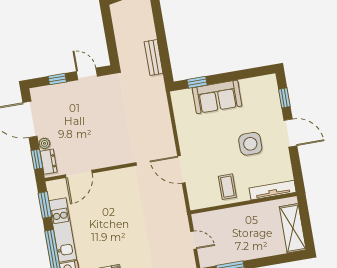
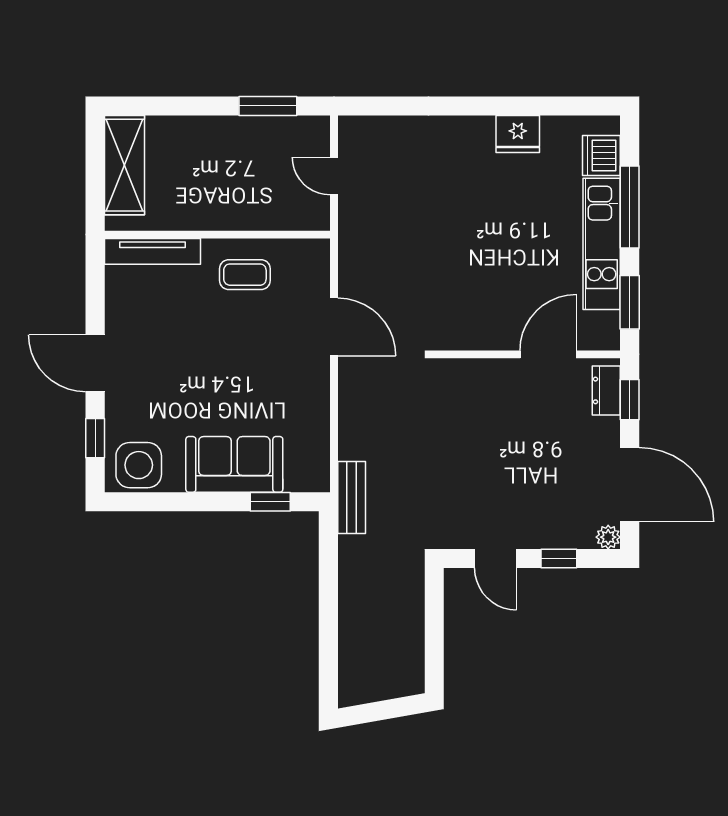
bench: (154, 58) -> (352, 497), moved
plant: (44, 143) -> (608, 537), moved
side table: (250, 144) -> (139, 465), moved
coffee table: (227, 187) -> (245, 275), turned 90

